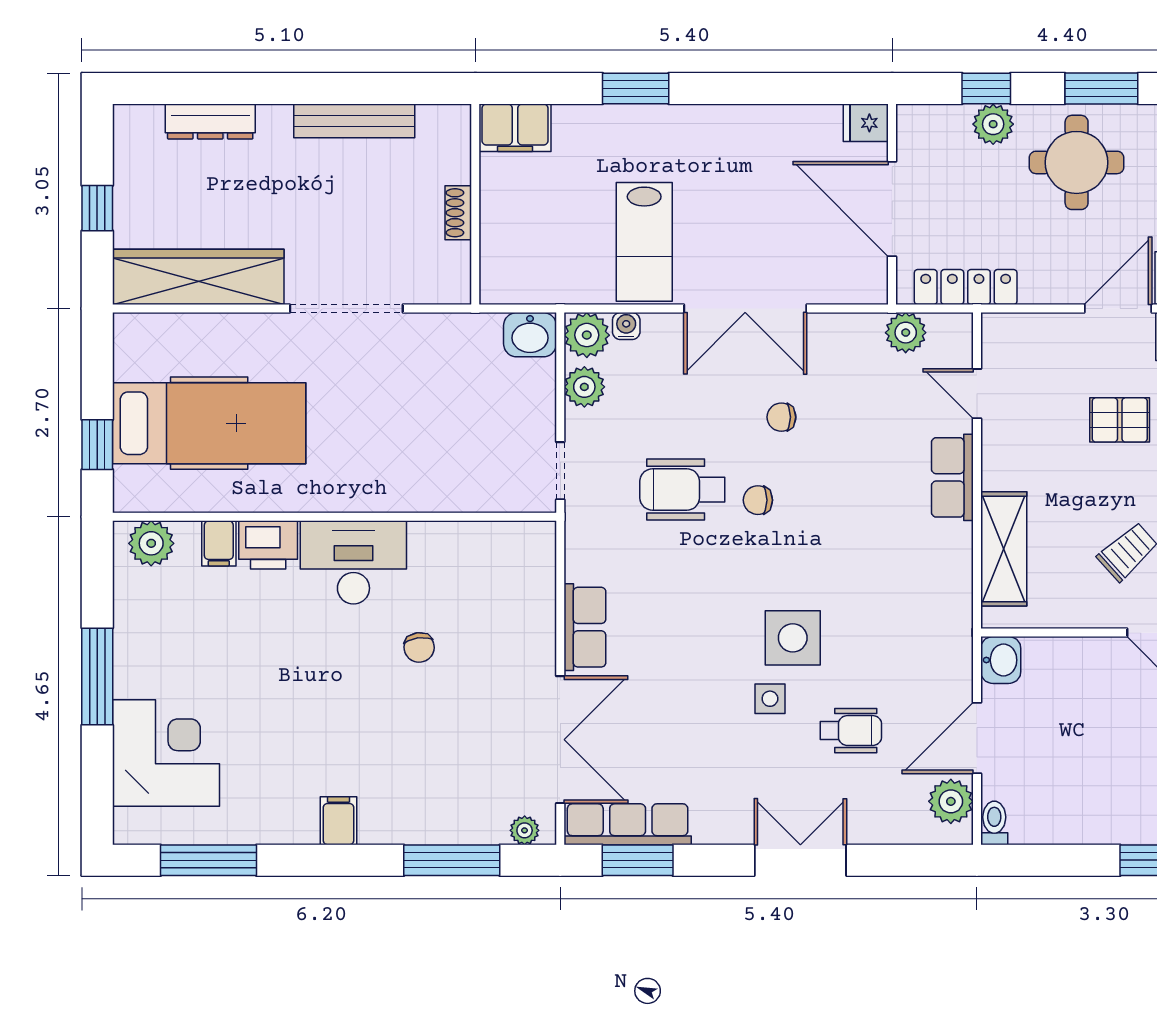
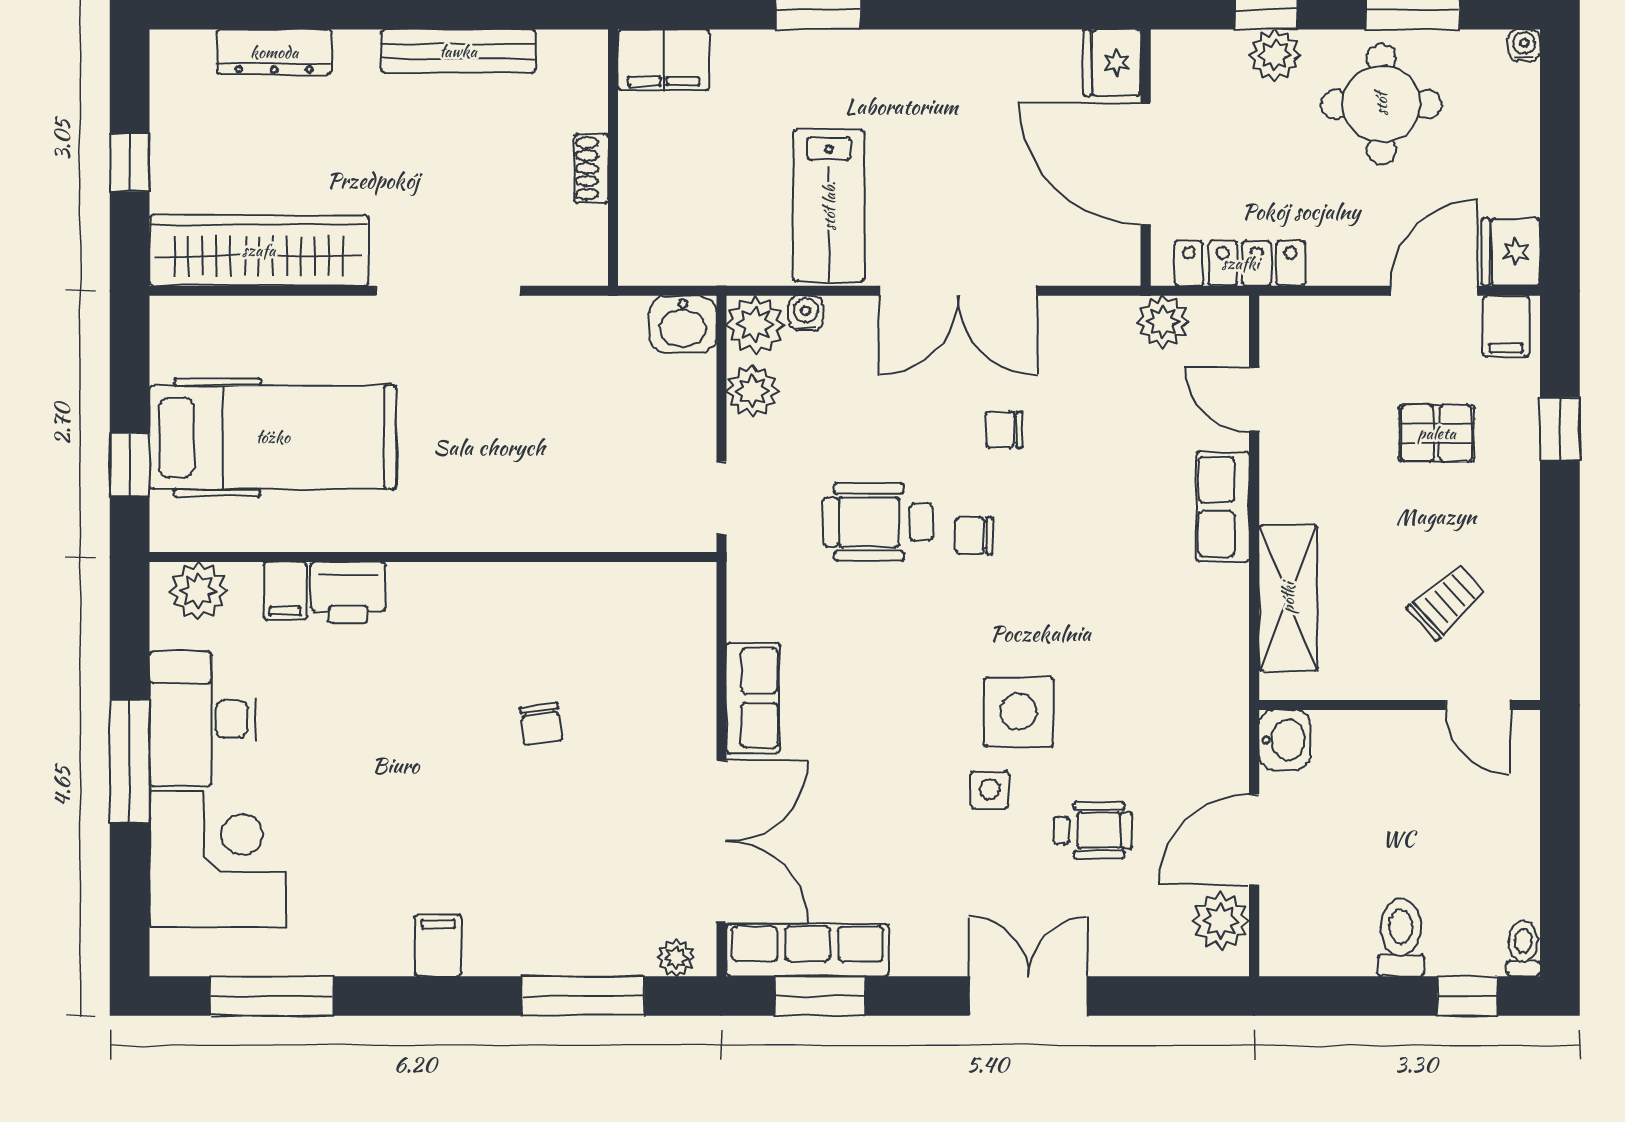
fridge: (866, 123) -> (1112, 63), width x1.38
desk: (353, 562) -> (203, 719), moved, turned -90
toilet: (994, 823) -> (1401, 937), moved, width x1.37, depth x1.39

